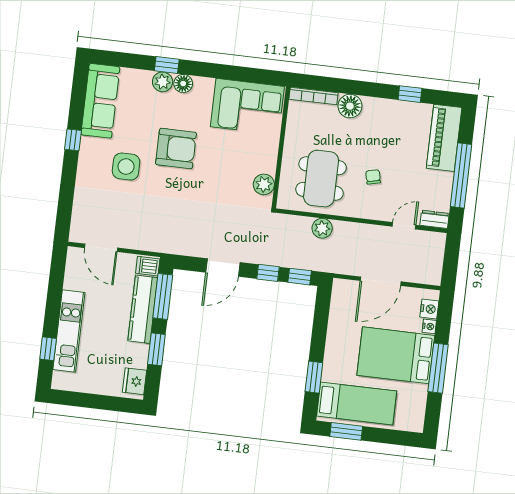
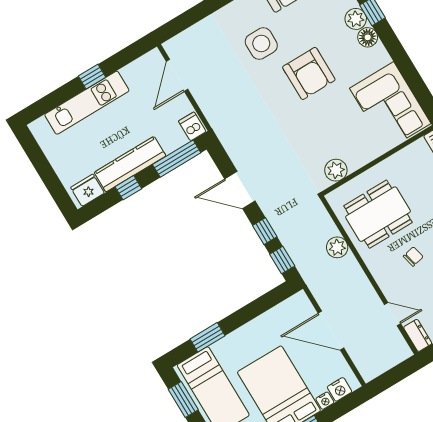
kitchen counter: (143, 309) -> (130, 164), moved
window: (48, 349) -> (92, 77), moved
window: (156, 349) -> (128, 188), width x0.67

